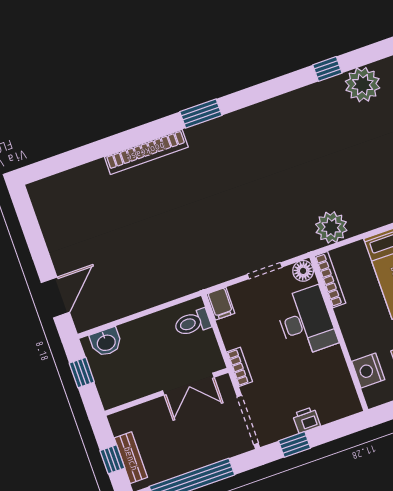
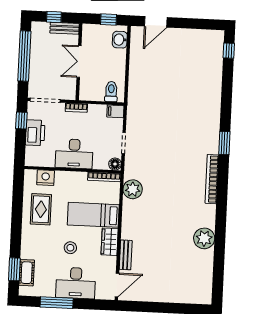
window: (327, 69) -> (229, 51), moved
bookcase: (146, 152) -> (212, 179), moved
door: (55, 297) -> (156, 22), hinge flipped
desk: (306, 321) -> (74, 154), moved
double door: (188, 384) -> (79, 62), moved
printer: (306, 420) -> (35, 133), width x1.87, depth x1.48
bench: (131, 458) -> (65, 28), moved

